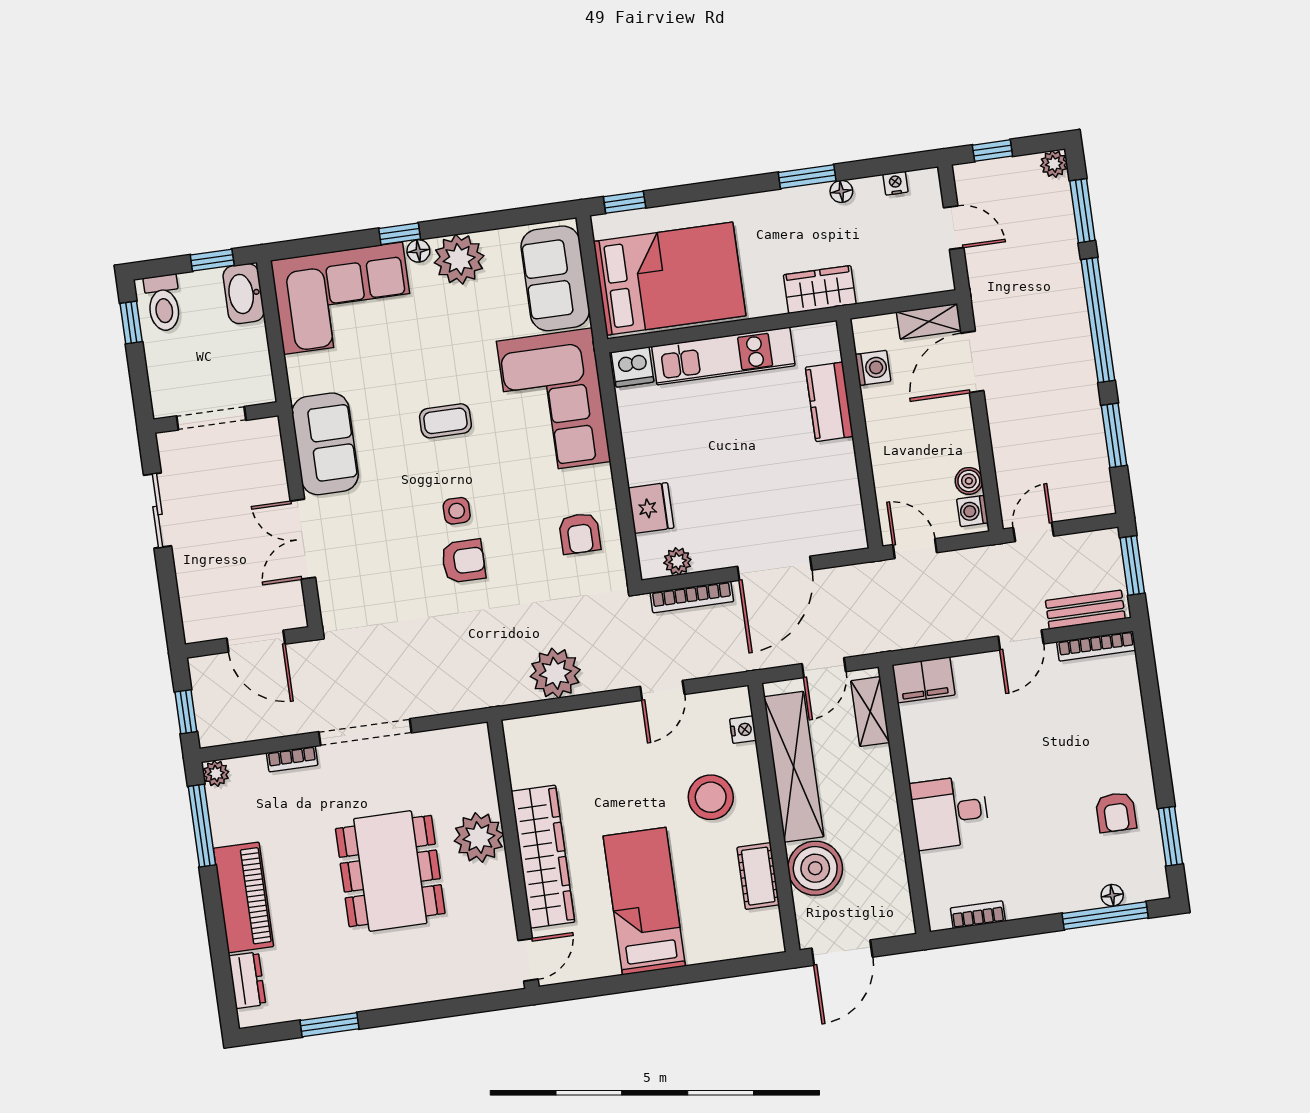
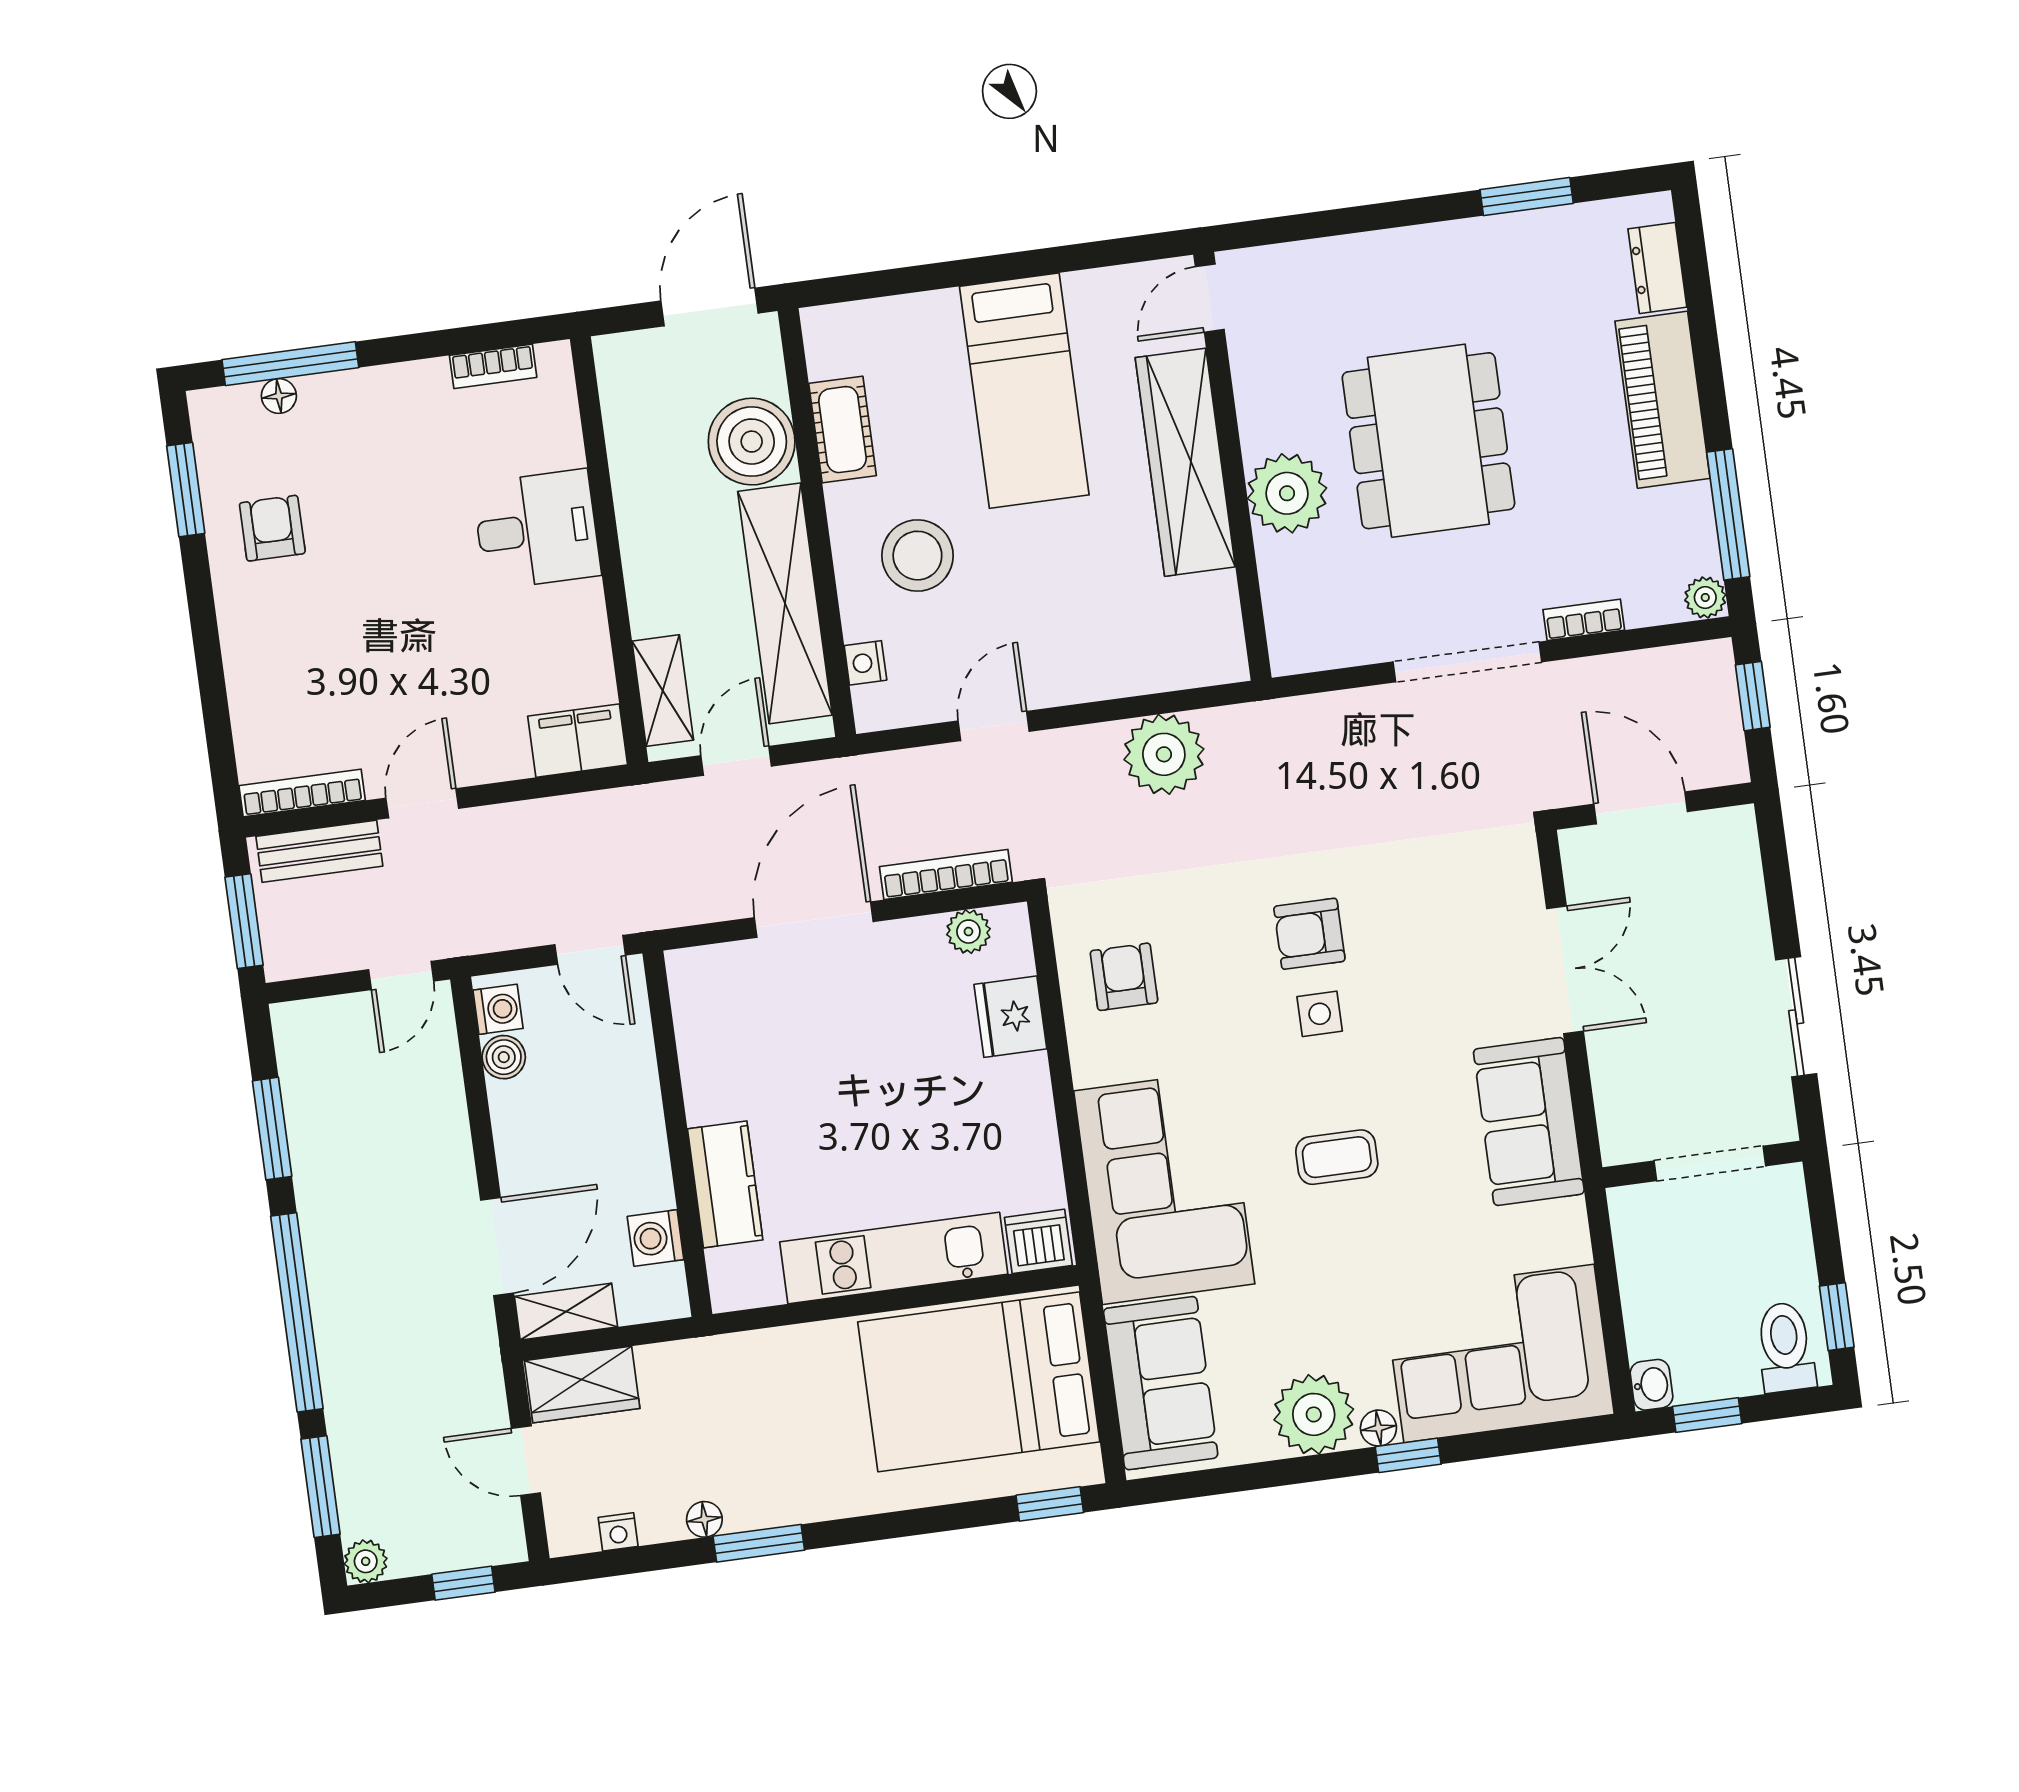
wardrobe: (820, 290) -> (582, 1385), moved
washbasin: (244, 294) -> (1652, 1385), width x0.52, depth x0.69

